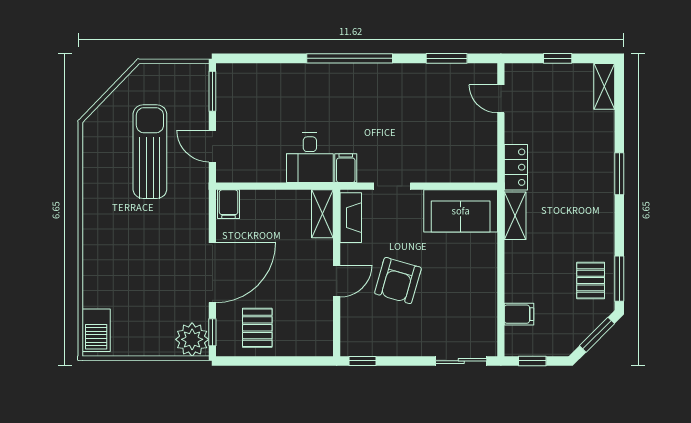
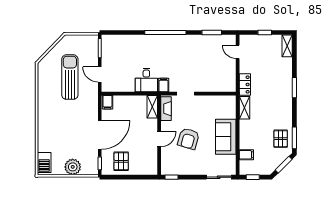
sofa: (461, 211) -> (226, 137), moved, turned 90
plant: (192, 339) -> (73, 167), moved

